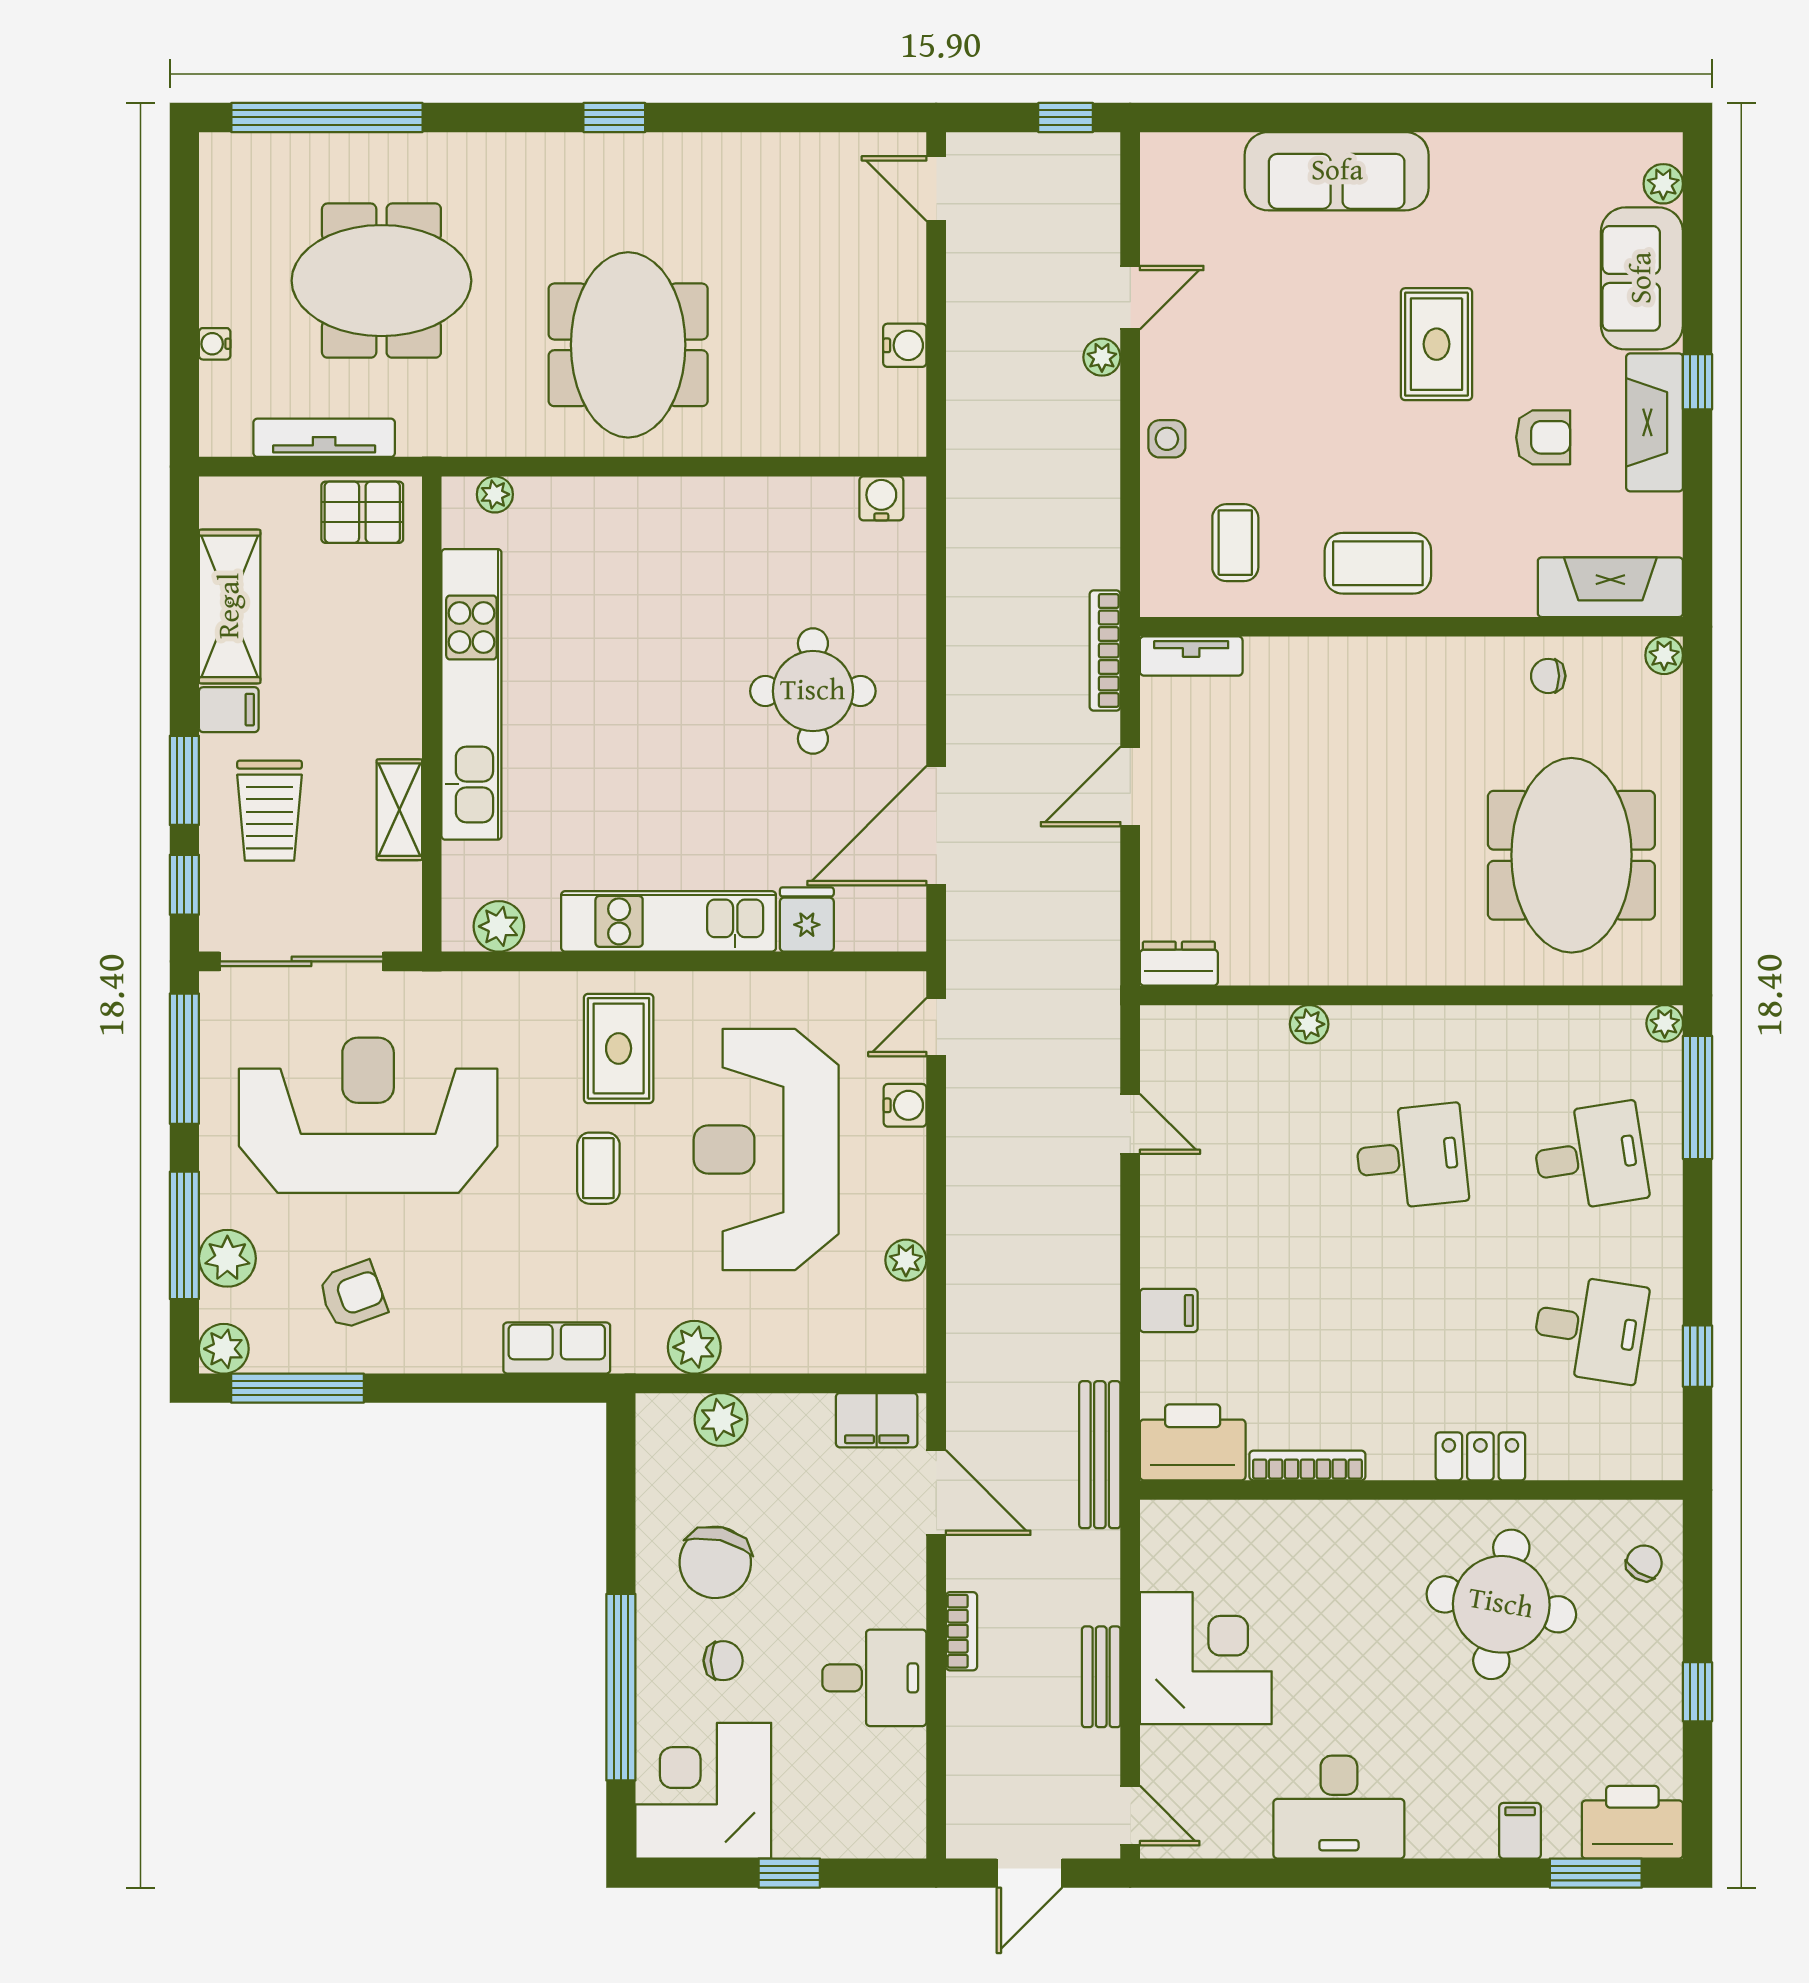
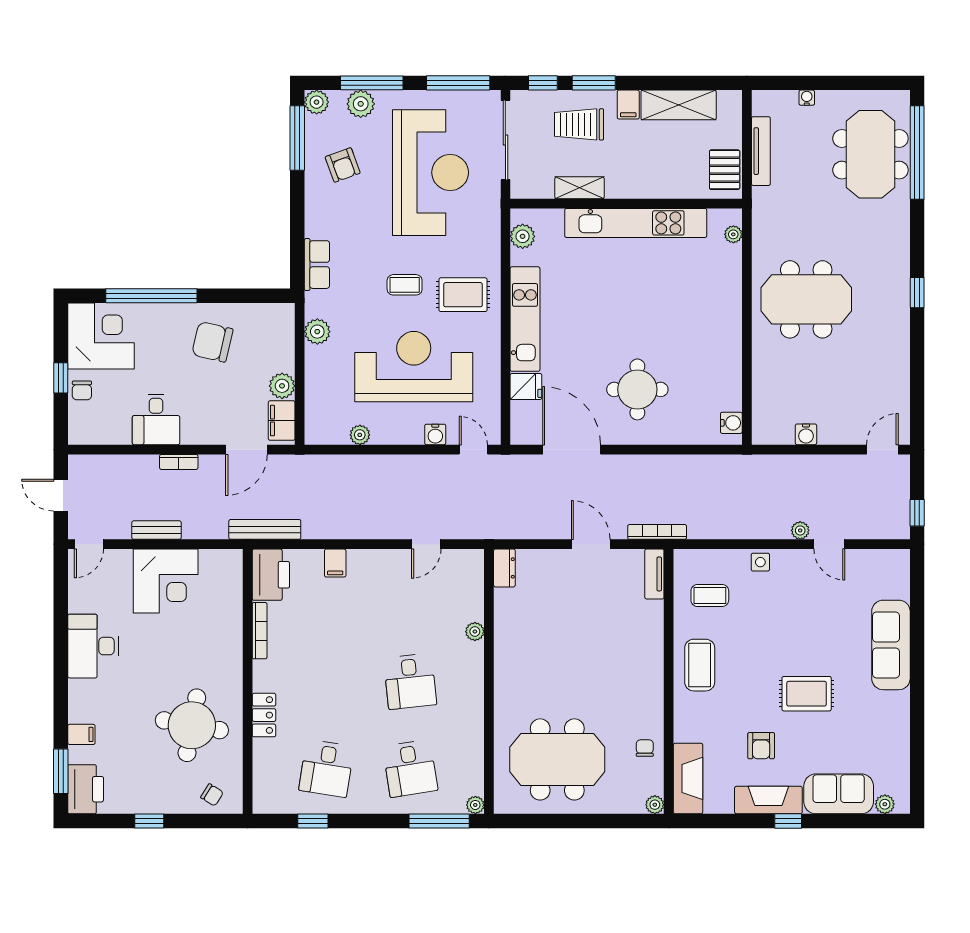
meeting table: (381, 281) -> (870, 154), moved
plant: (721, 1419) -> (282, 386), moved
chair: (723, 1661) -> (82, 390), moved

